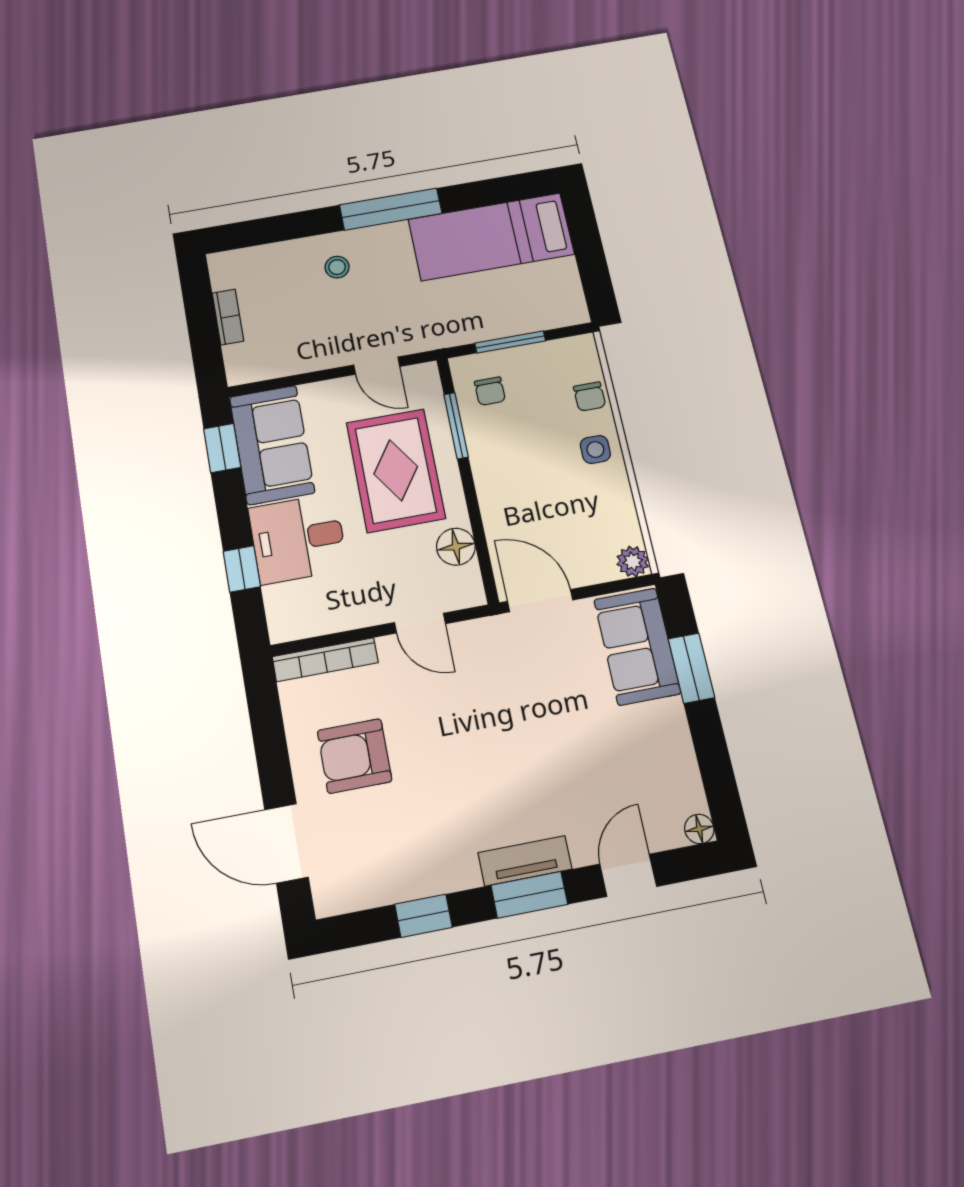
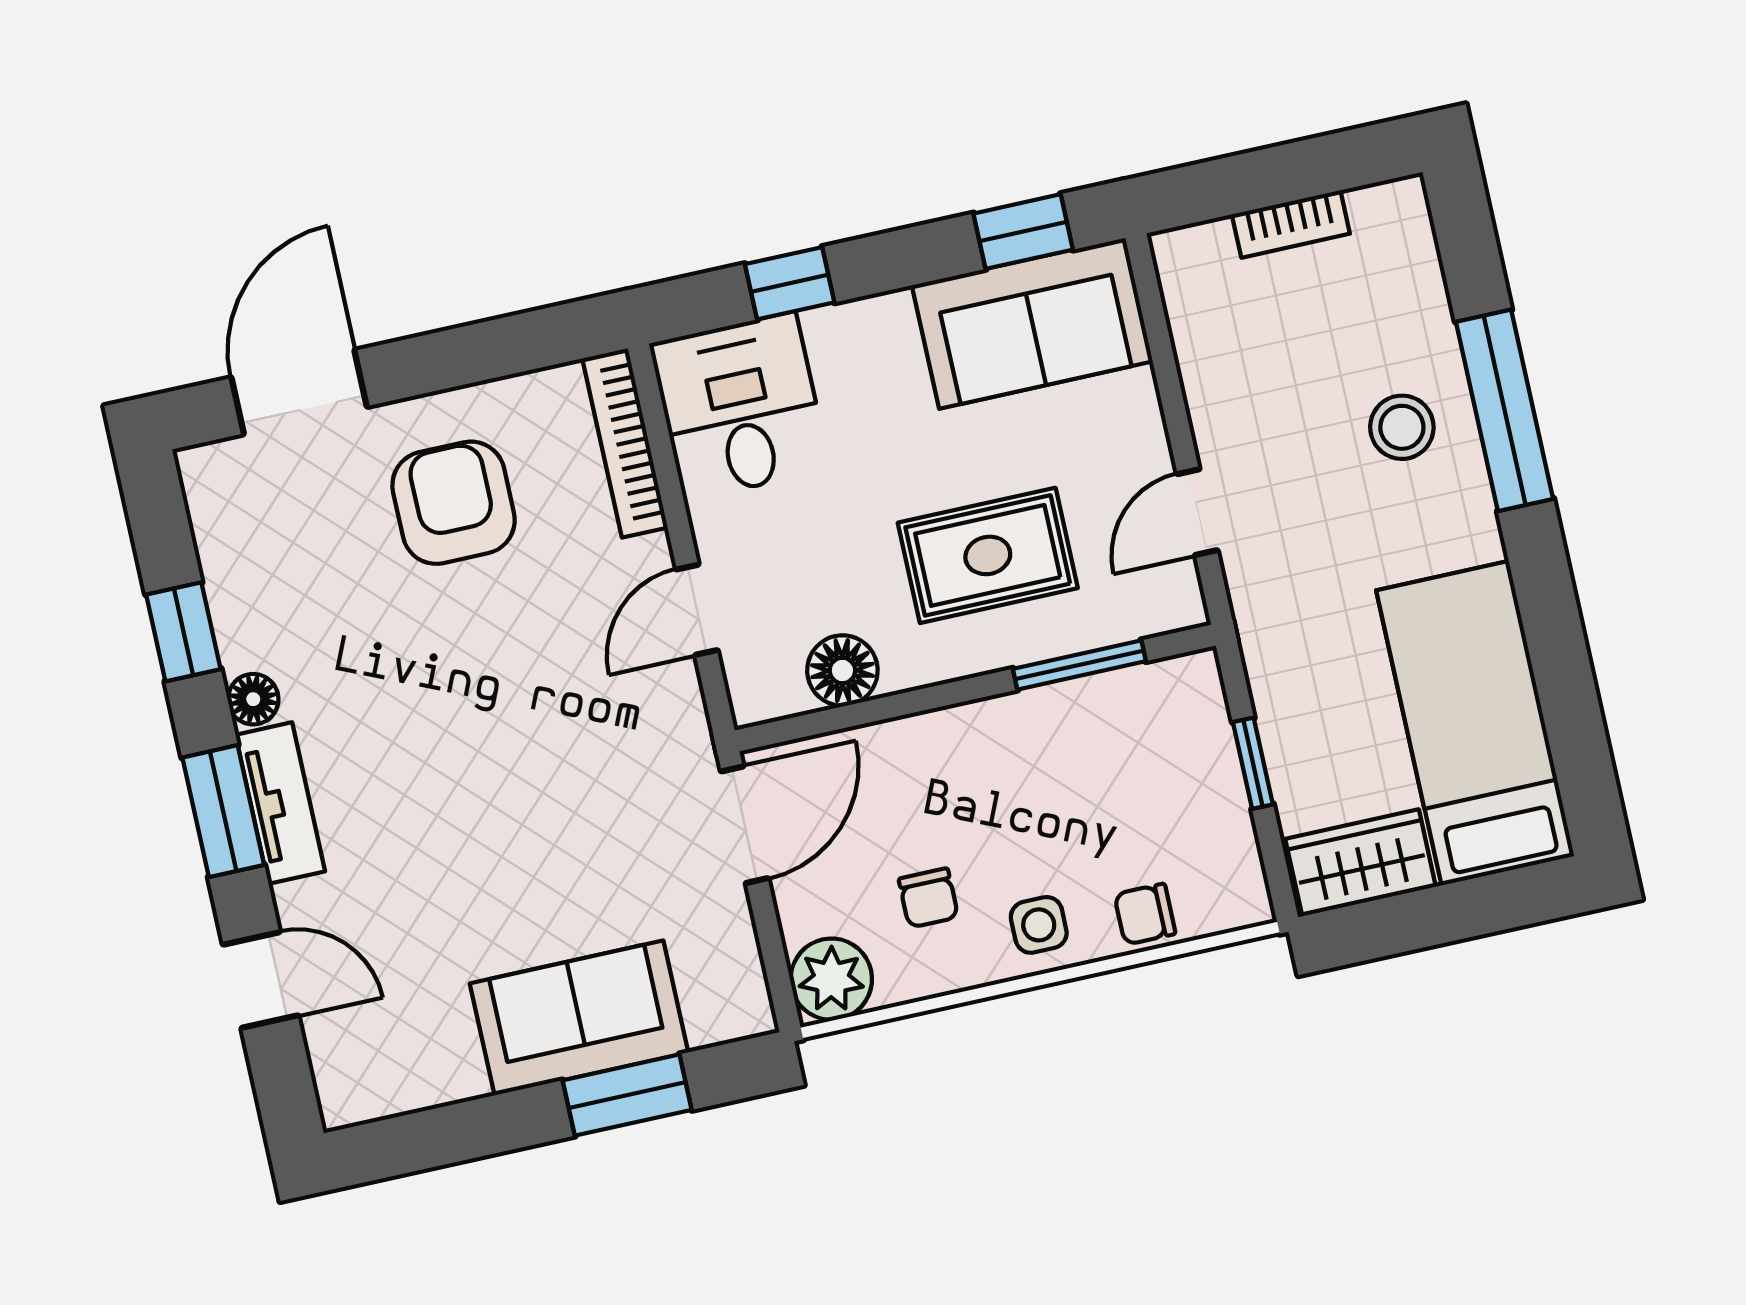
window: (391, 209) -> (1505, 410), moved
stool: (337, 267) -> (1402, 427), width x1.37, depth x1.37
wardrobe: (563, 292) -> (1361, 863), added
window: (510, 342) -> (1253, 763), width x0.67
chair: (490, 391) -> (928, 898), moved, turned -90
rug: (396, 470) -> (988, 555), width x0.73, depth x0.70
desk: (298, 539) -> (740, 406), moved
plant: (633, 561) -> (831, 979), width x1.38, depth x1.38
sofa: (637, 646) -> (579, 1018), moved
floor lamp: (699, 829) -> (253, 699), moved

